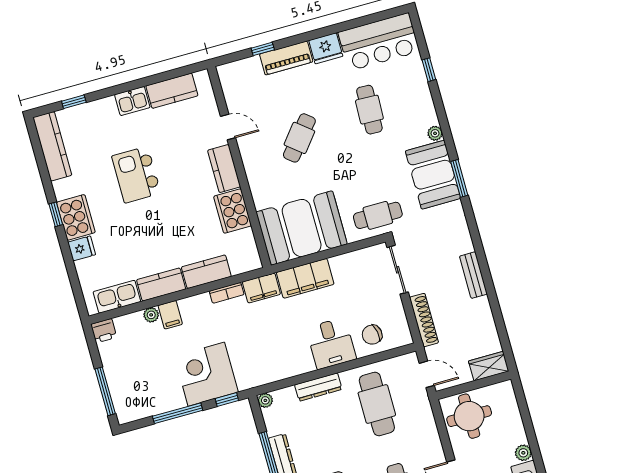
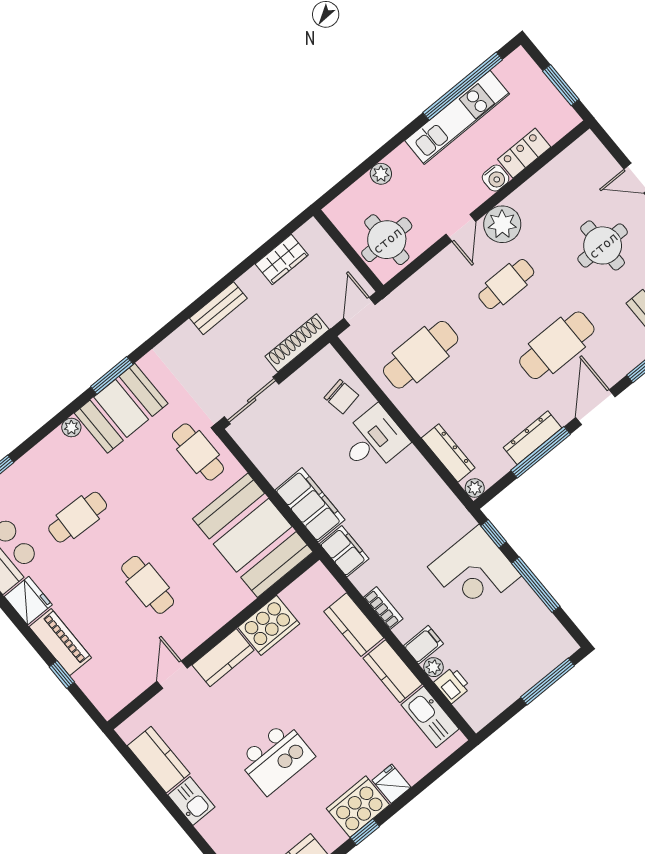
cafe table: (299, 138) -> (148, 585), turned 51
bookcase: (227, 293) -> (383, 608), moved
printer: (104, 331) -> (452, 685), moved
wardrobe: (489, 366) -> (282, 259), moved, turned -90
dresser: (318, 387) -> (448, 453), moved
plant: (523, 453) -> (381, 174), moved

